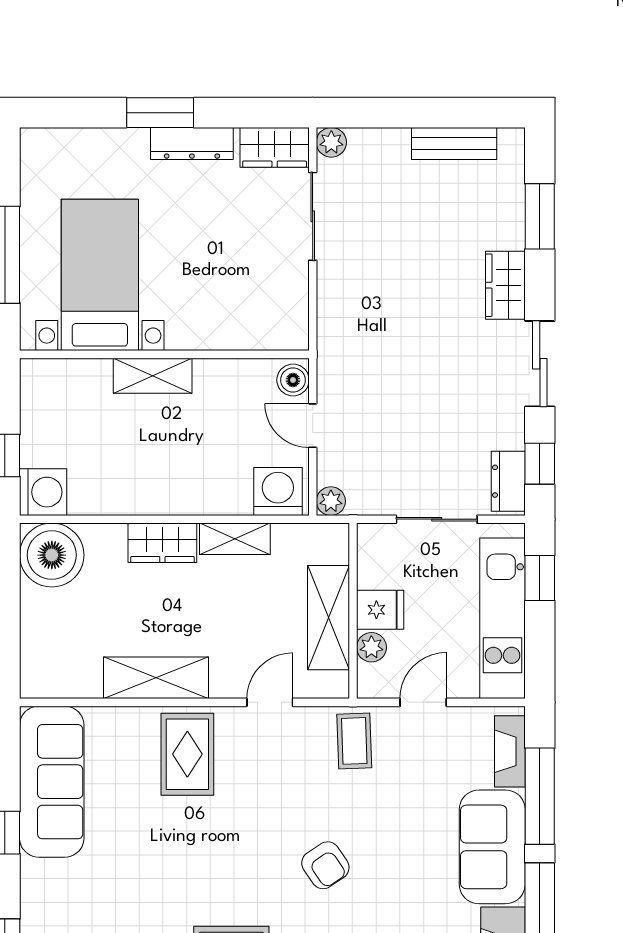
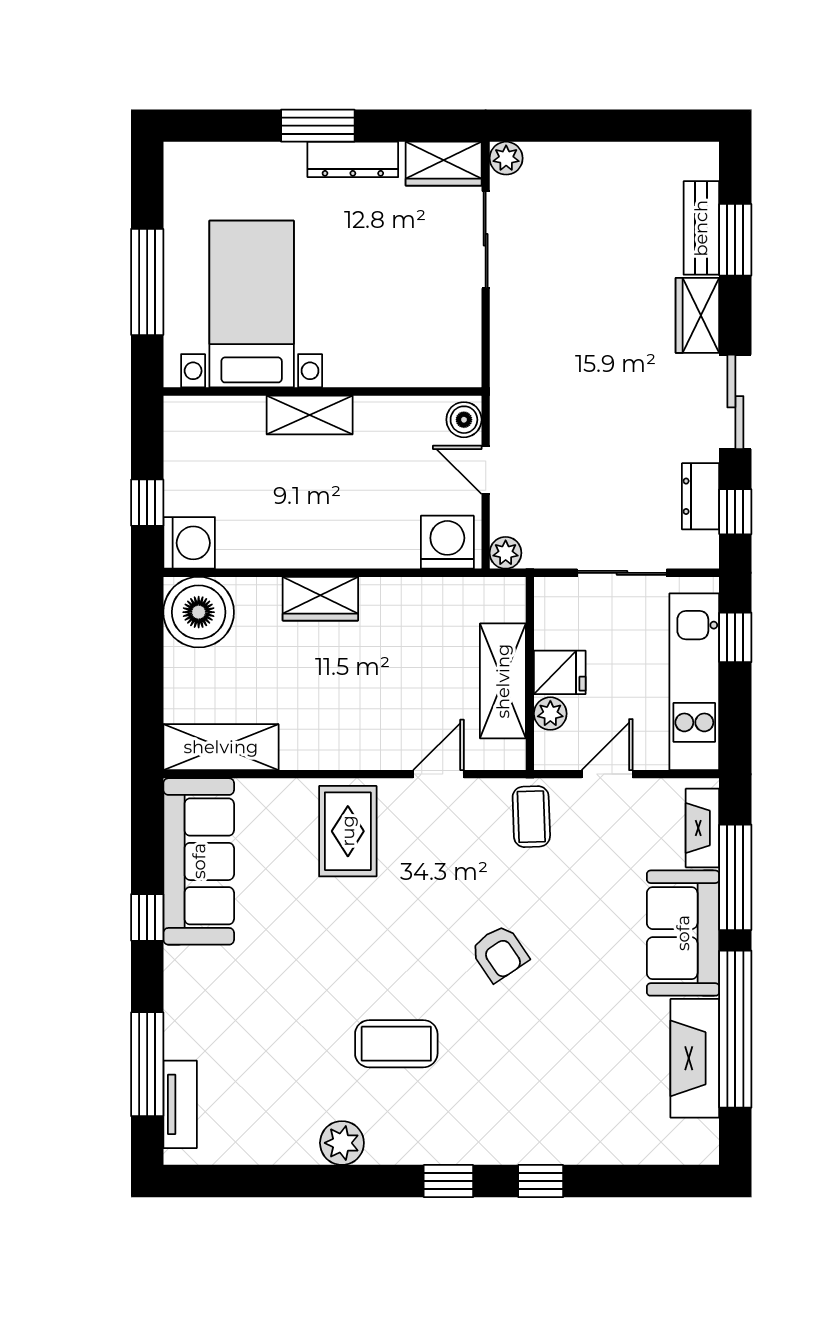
bench: (454, 144) -> (701, 228), moved, turned 90
dresser: (508, 481) -> (701, 496), moved
shelving: (235, 539) -> (400, 594), removed
shelving: (156, 678) -> (221, 747), moved

